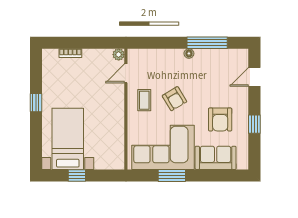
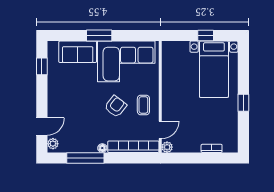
bookcase: (155, 55) -> (133, 147), added
plant: (242, 58) -> (53, 144), added
armchair: (174, 99) -> (116, 106), turned 69
armchair: (220, 119) -> (73, 87), removed
window: (254, 124) -> (42, 66), moved
window: (172, 176) -> (99, 35), moved

